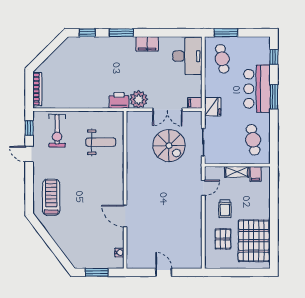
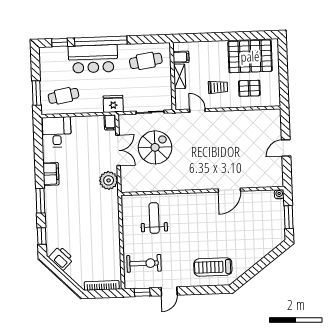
desk: (187, 56) -> (57, 132), width x0.73
window: (274, 97) -> (101, 41), width x2.11
printer: (119, 100) -> (61, 258), moved, turned 135
water cooler: (119, 253) -> (279, 194), moved

